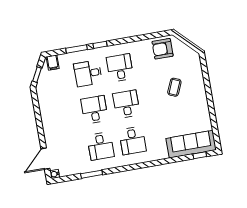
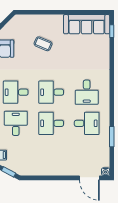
desk: (88, 73) -> (16, 123), turned 180
desk: (133, 141) -> (87, 92), turned 90
sofa: (191, 144) -> (87, 24), moved, turned -90

